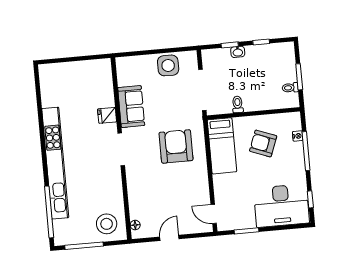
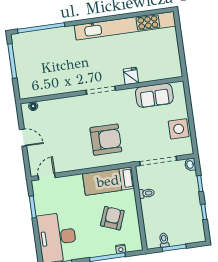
washbasin: (238, 52) -> (190, 164), moved
sofa: (131, 107) -> (154, 95), moved
kitchen unit: (55, 163) -> (125, 26), moved
stool: (107, 224) -> (33, 80), removed

